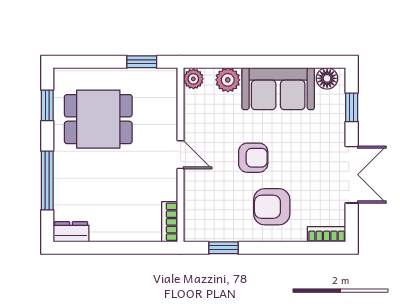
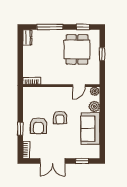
window: (142, 62) -> (102, 54), moved
floor lamp: (327, 78) -> (95, 150), removed
door: (180, 155) -> (79, 86), moved
armchair: (272, 207) -> (38, 126), turned 180
window: (223, 248) -> (20, 129), moved

